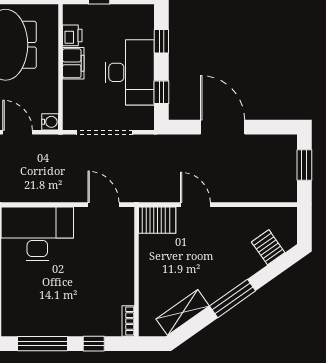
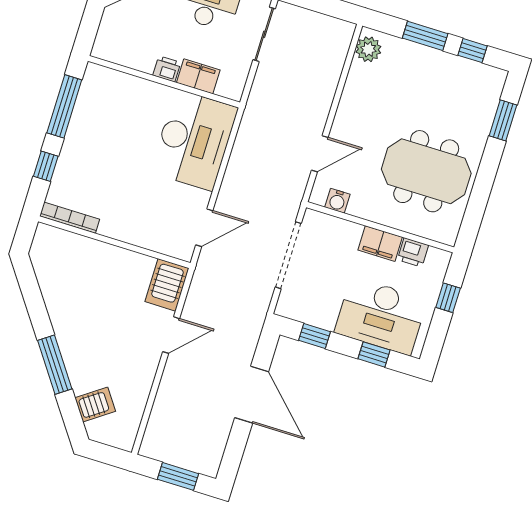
desk: (130, 72) -> (381, 316), moved
water cooler: (50, 122) -> (337, 201), moved
door: (223, 127) -> (252, 395), hinge flipped
window: (233, 298) -> (55, 365), moved
shelving: (183, 312) -> (50, 281), removed
bookcase: (128, 321) -> (70, 218), width x1.56

